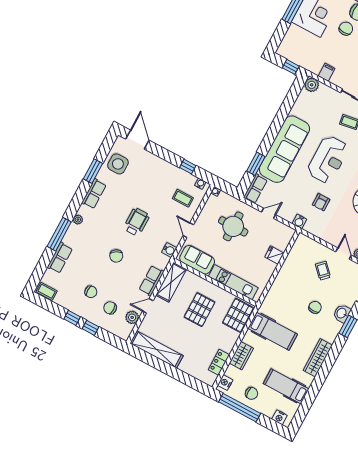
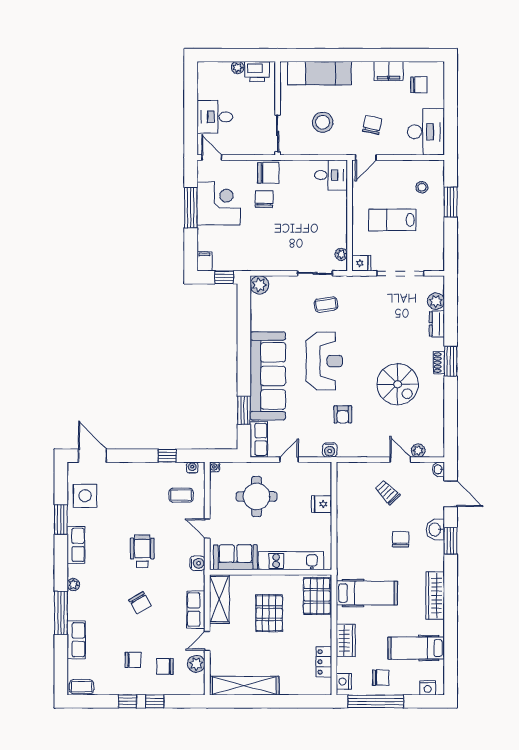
filing cabinet: (327, 72) -> (204, 261), moved

